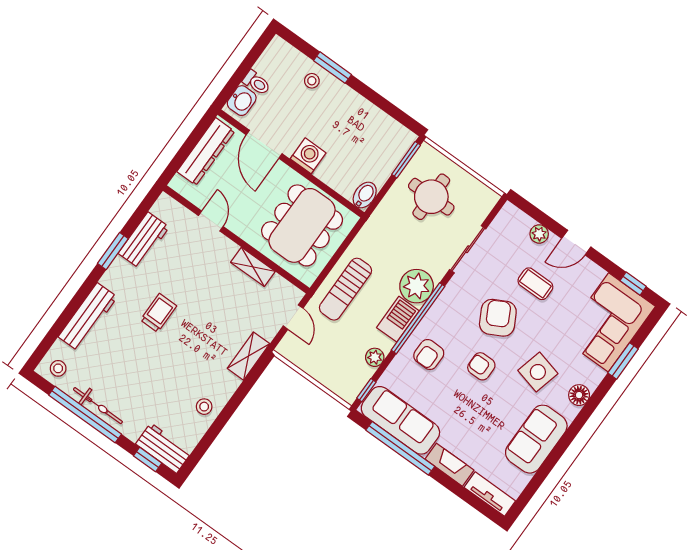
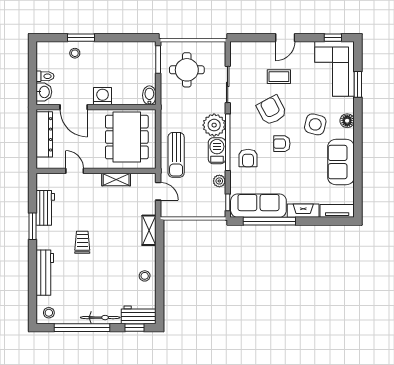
plant: (539, 234) -> (261, 48), removed
bicycle: (98, 406) -> (100, 318), moved

